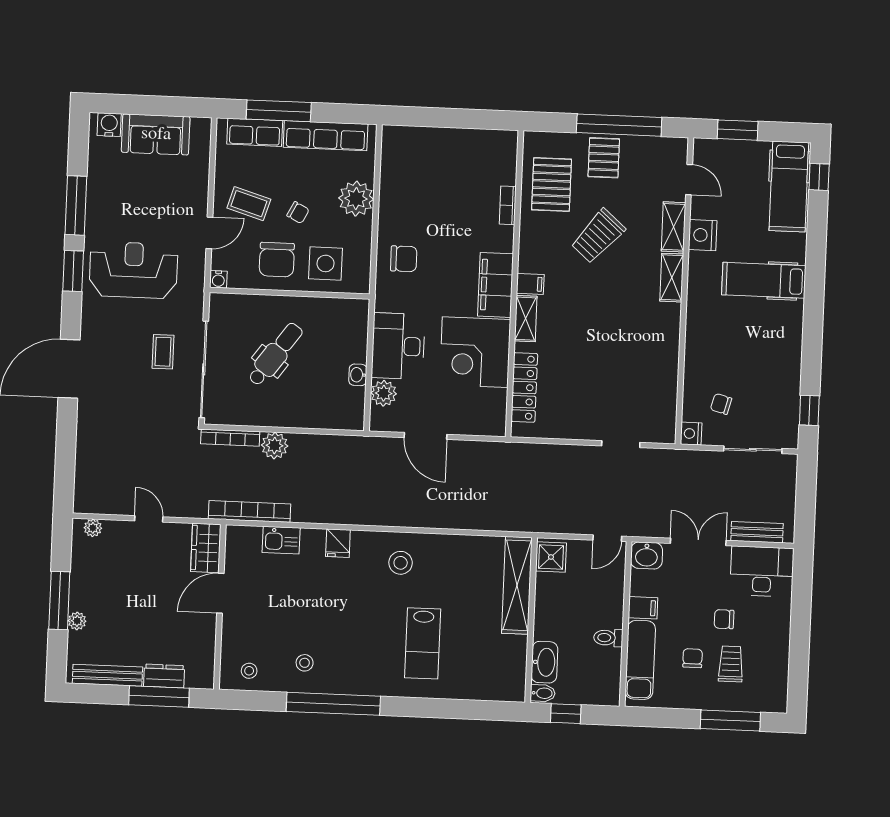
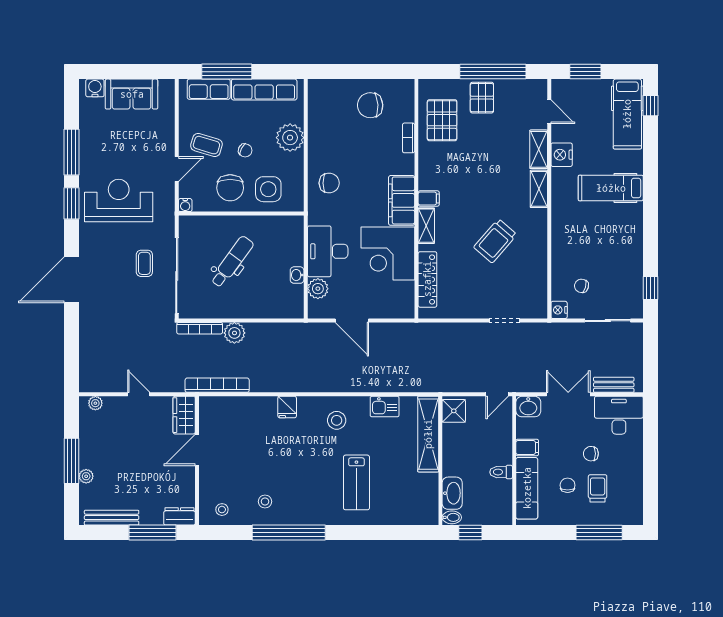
chair: (460, 162) -> (370, 105), added
trolley: (598, 236) -> (495, 241), moved
kitchen sink: (281, 540) -> (385, 407), moved
dresser: (164, 676) -> (179, 516), moved

